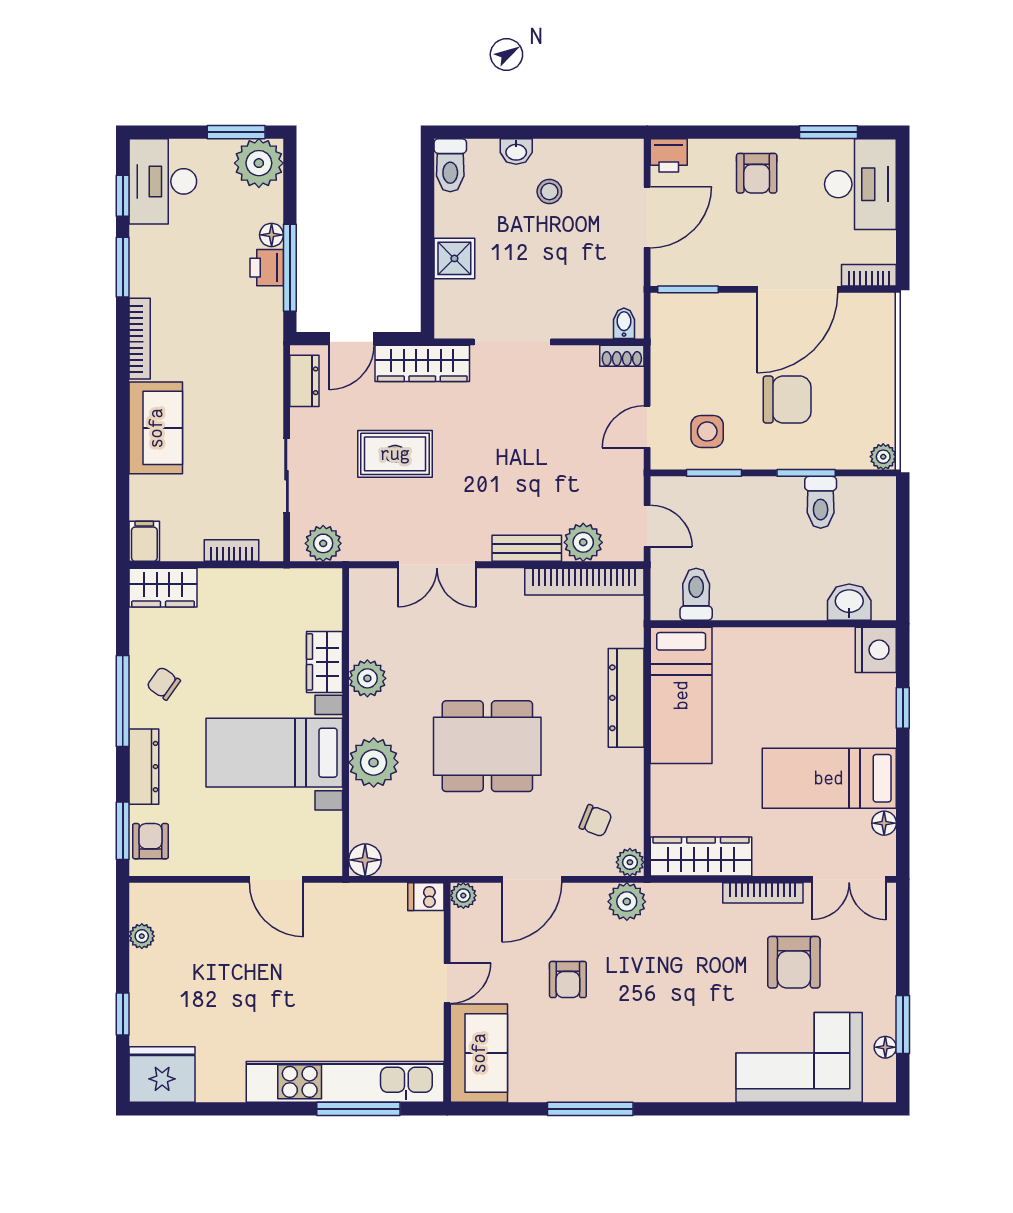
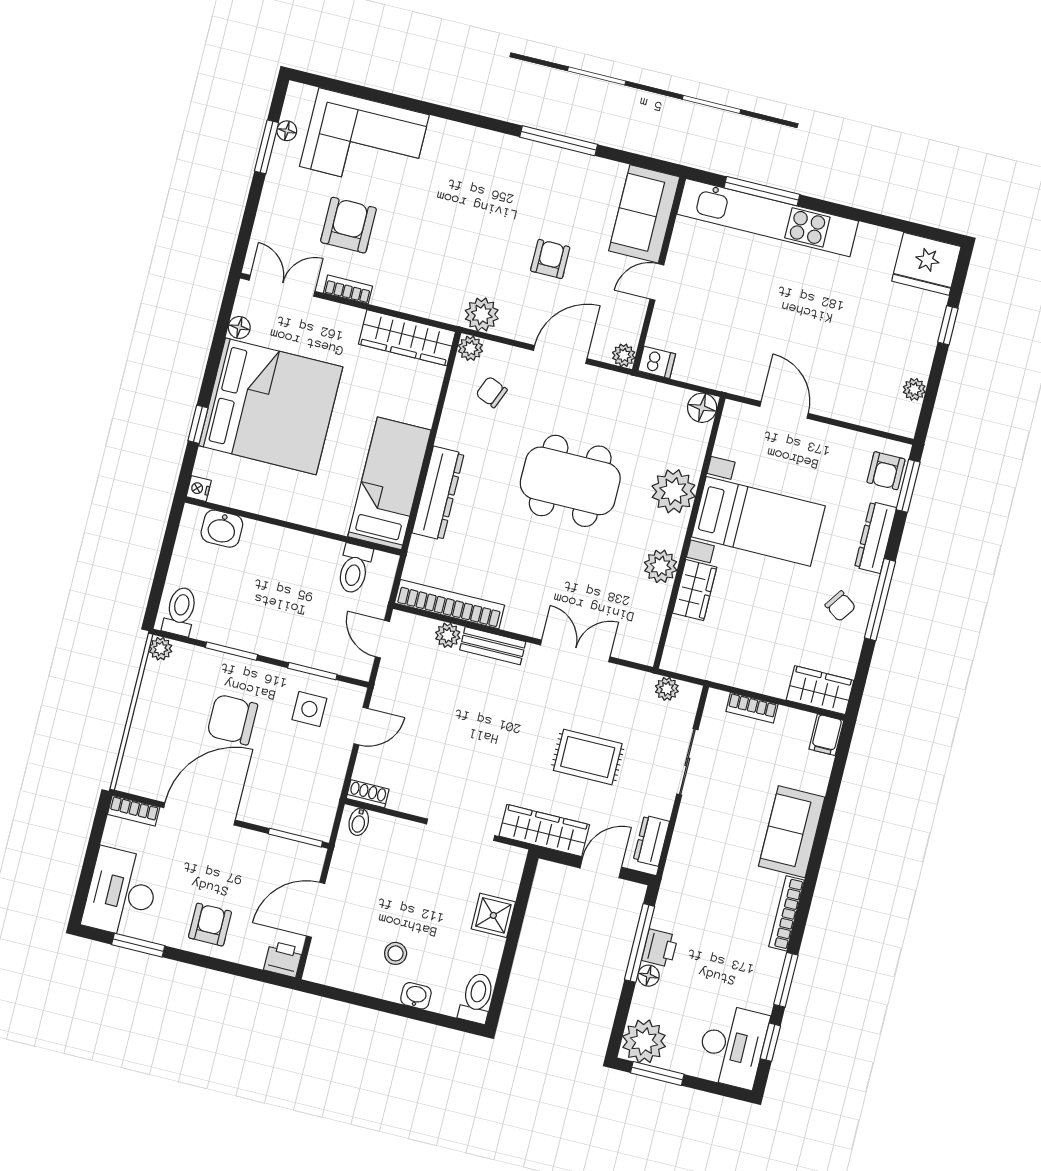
toilet: (821, 502) -> (180, 611), moved
plant: (583, 542) -> (448, 635), width x0.73, depth x0.73
plant: (323, 543) -> (667, 689), width x0.73, depth x0.73
nightstand: (876, 650) -> (199, 489), width x0.53, depth x0.56
bed: (829, 778) -> (271, 406), width x2.04
bookcase: (763, 893) -> (348, 289), width x0.64

